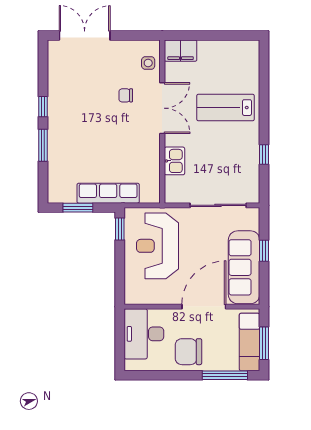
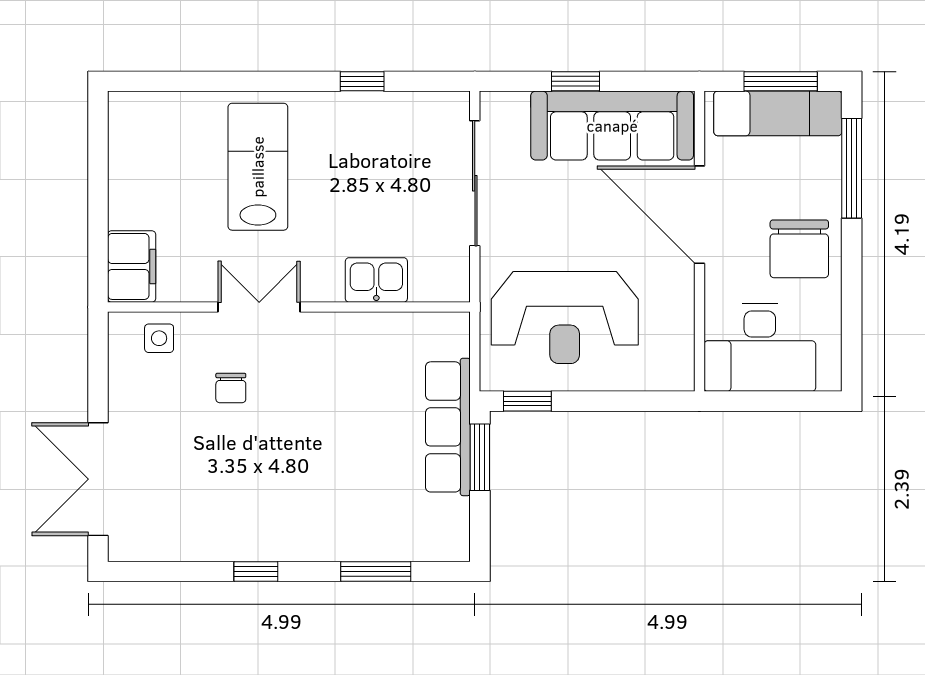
double door: (162, 108) -> (259, 307), width x0.73
lab bench: (226, 108) -> (258, 167), turned 180
window: (43, 145) -> (376, 572), moved
window: (78, 208) -> (480, 457), moved

